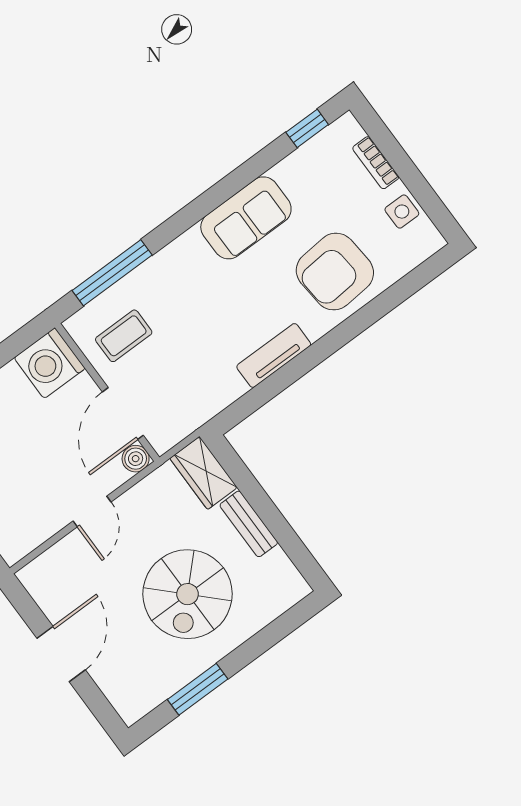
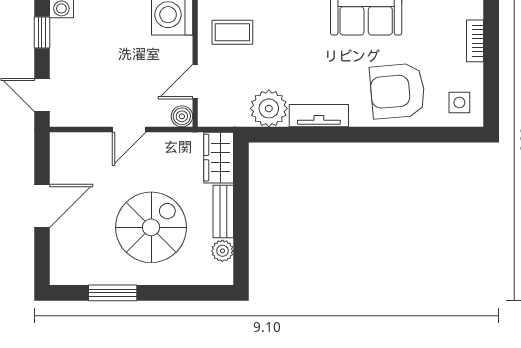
side table: (402, 212) -> (459, 103), moved
plant: (218, 386) -> (269, 108), added
door: (123, 414) -> (195, 82), width x0.73
plant: (277, 564) -> (222, 251), added
spiral stairs: (188, 594) -> (151, 227), turned 180

